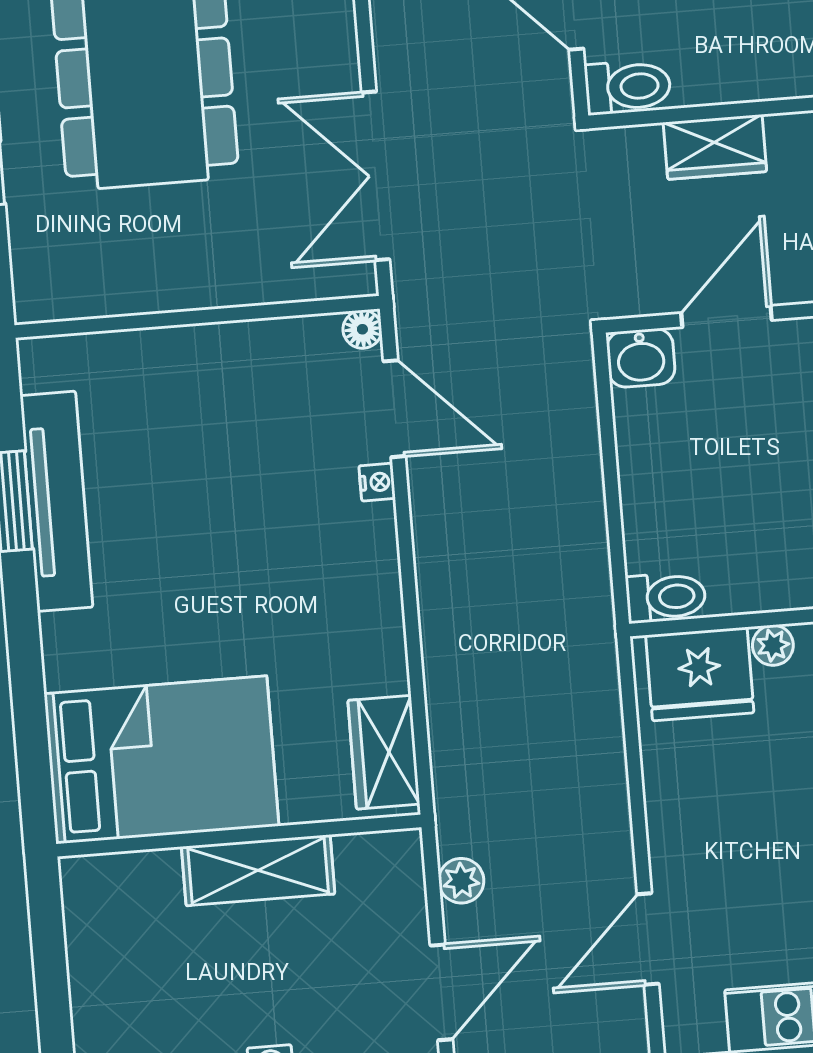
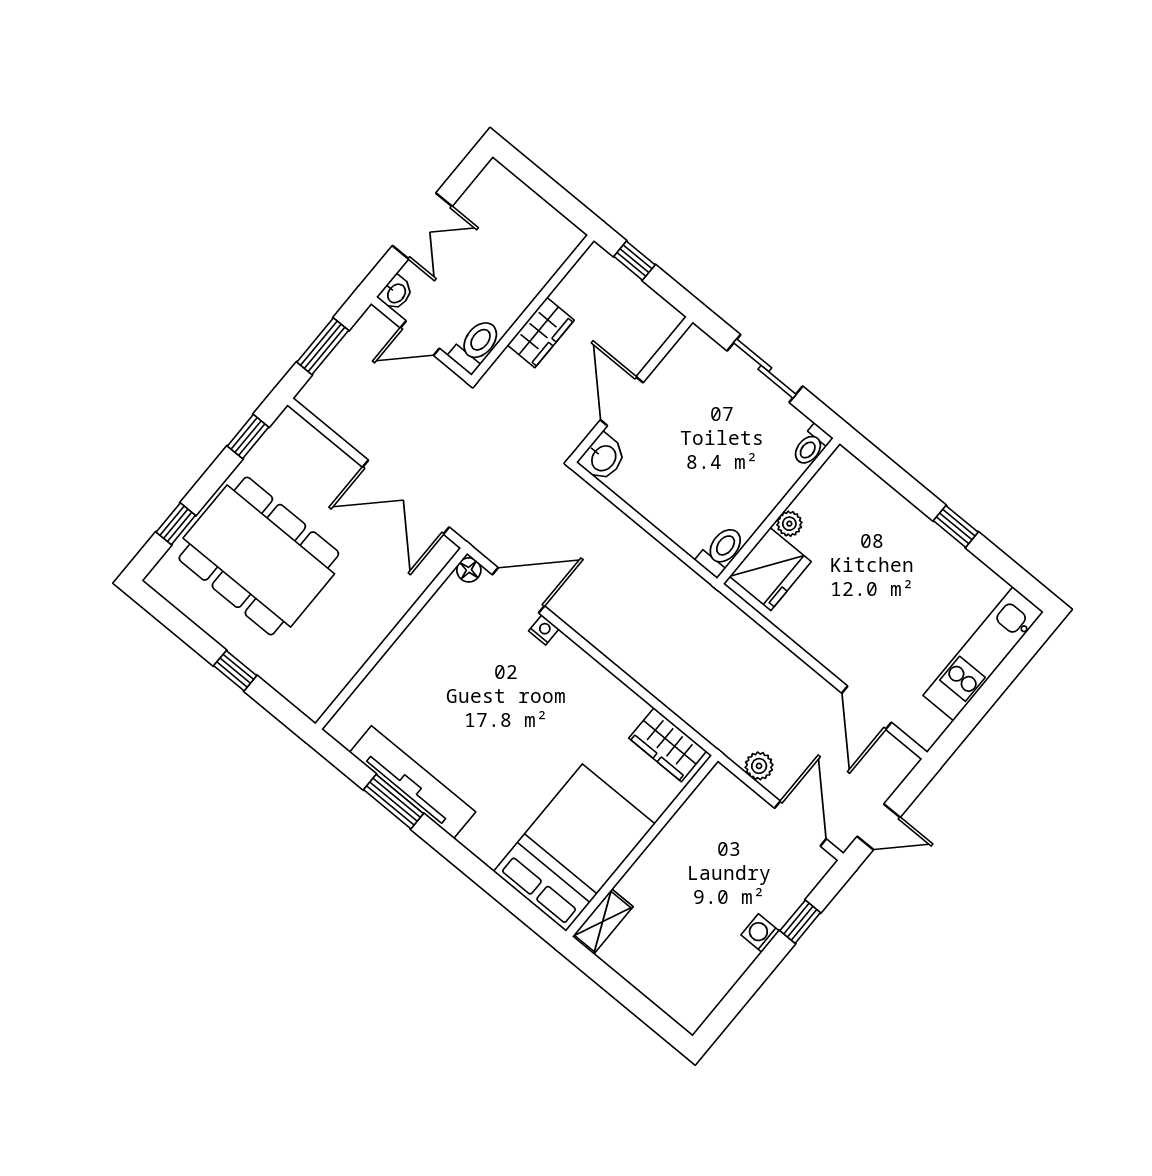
shelving: (258, 870) -> (603, 922), moved, width x0.67, depth x0.75

